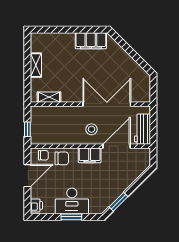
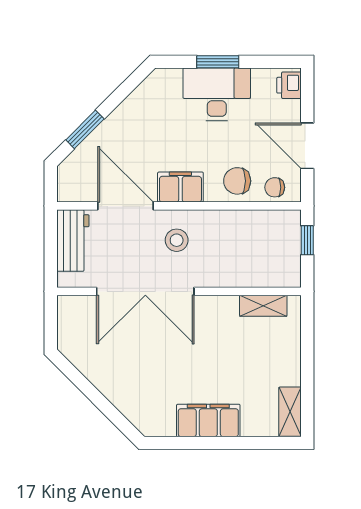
filing cabinet: (91, 41) -> (208, 420), moved
shelving: (36, 65) -> (290, 412), moved
door: (117, 146) -> (126, 206), swing flipped
door: (27, 176) -> (307, 146), hinge flipped
window: (118, 202) -> (85, 129), moved

